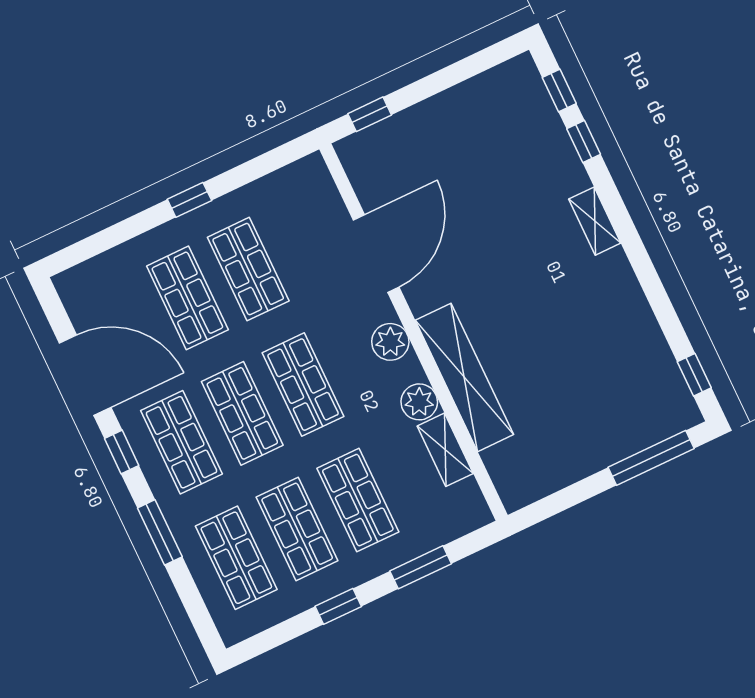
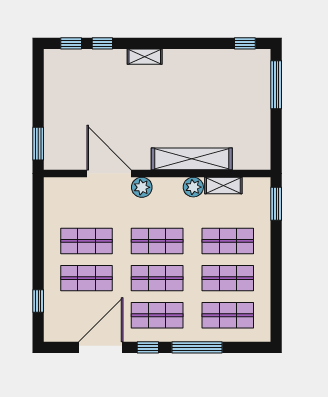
window: (370, 114) -> (38, 144), width x1.50
window: (189, 200) -> (38, 301), moved
plant: (390, 342) -> (142, 187), moved
window: (160, 532) -> (197, 347), width x1.44
window: (421, 567) -> (276, 204), moved
window: (338, 606) -> (276, 276), removed

